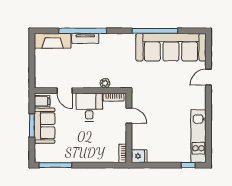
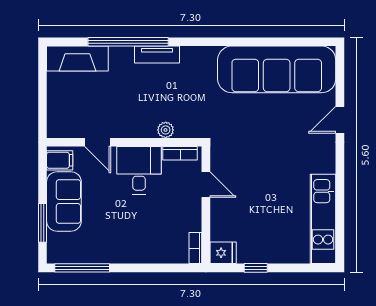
window: (155, 31) -> (250, 42), removed
tv unit: (85, 38) -> (157, 55), moved
window: (32, 125) -> (43, 223), moved
window: (188, 165) -> (256, 268), moved

